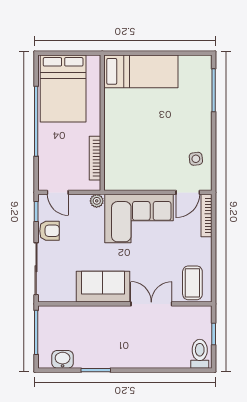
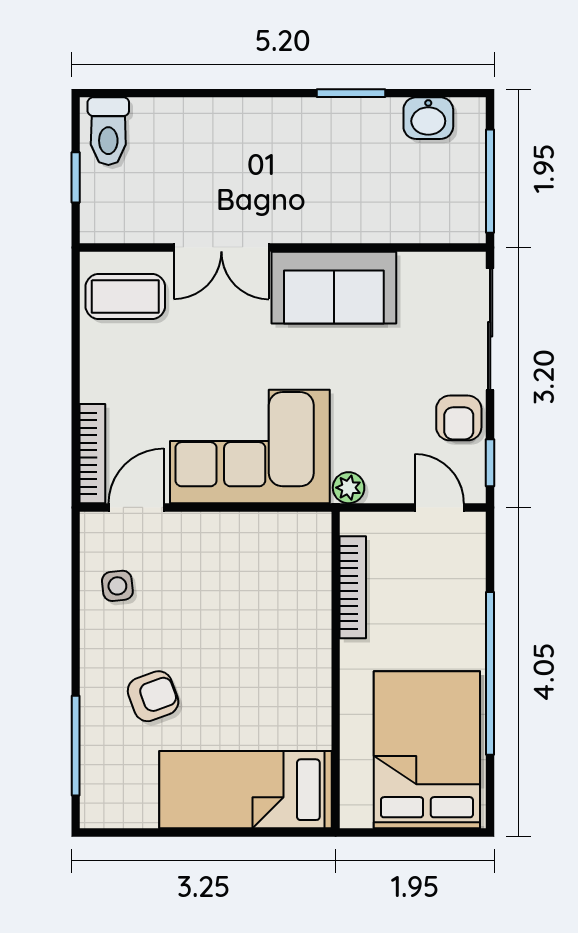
armchair: (181, 111) -> (153, 696), added
armchair: (49, 231) -> (459, 418), turned -90
coffee table: (192, 283) -> (125, 296), turned 90

